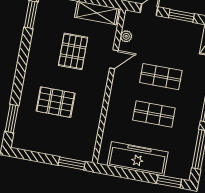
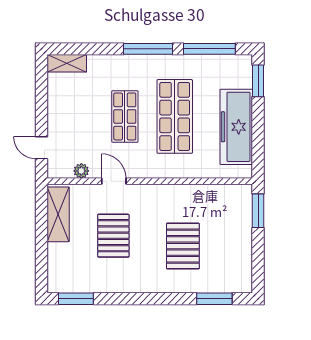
window: (181, 16) -> (42, 105), removed
pallet: (73, 51) -> (113, 236), turned 90
shop shelf: (154, 114) -> (175, 116), width x1.43, depth x1.36

